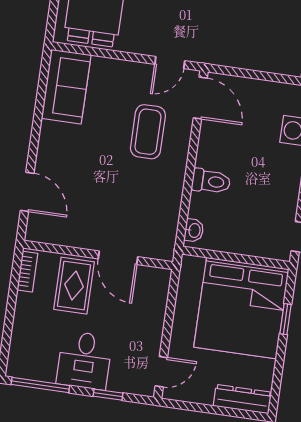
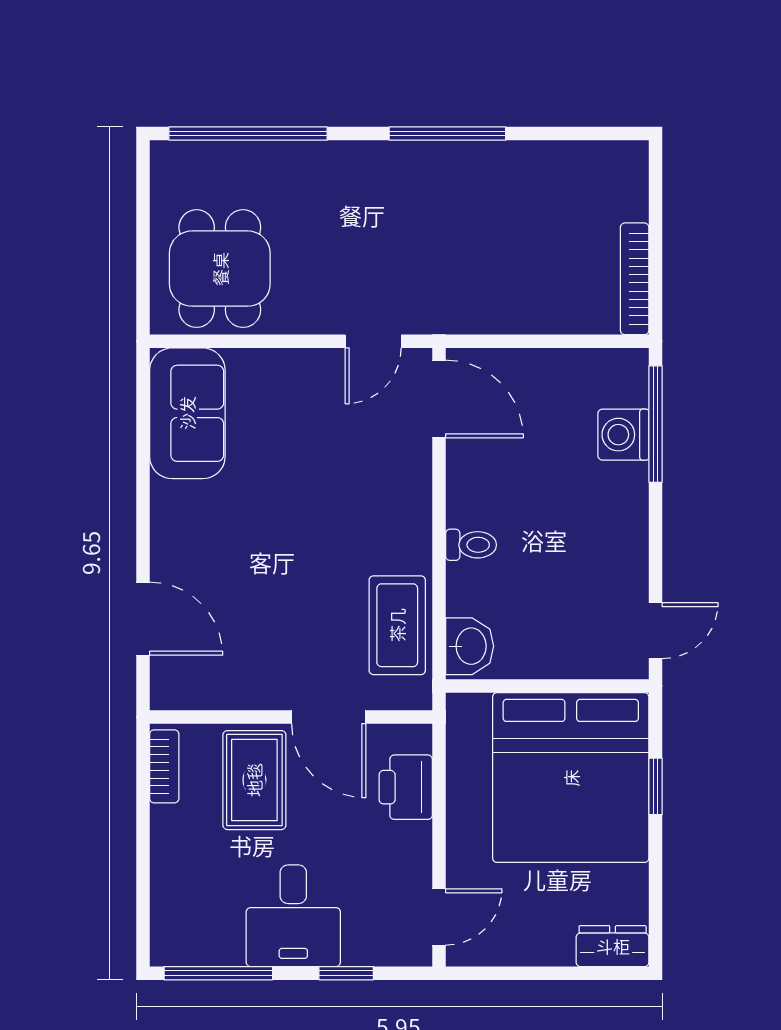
coffee table: (148, 132) -> (397, 625), moved
toilet: (211, 181) -> (471, 545), width x0.73, depth x0.72
washbasin: (194, 230) -> (470, 646), width x1.38, depth x1.45
printer: (153, 301) -> (406, 787), added
dresser: (242, 399) -> (613, 946), width x0.70

